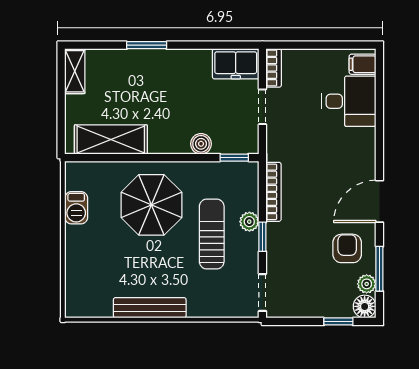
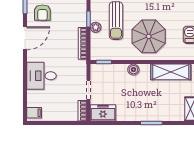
desk: (349, 101) -> (42, 76), moved
boiler: (201, 144) -> (133, 70), moved

